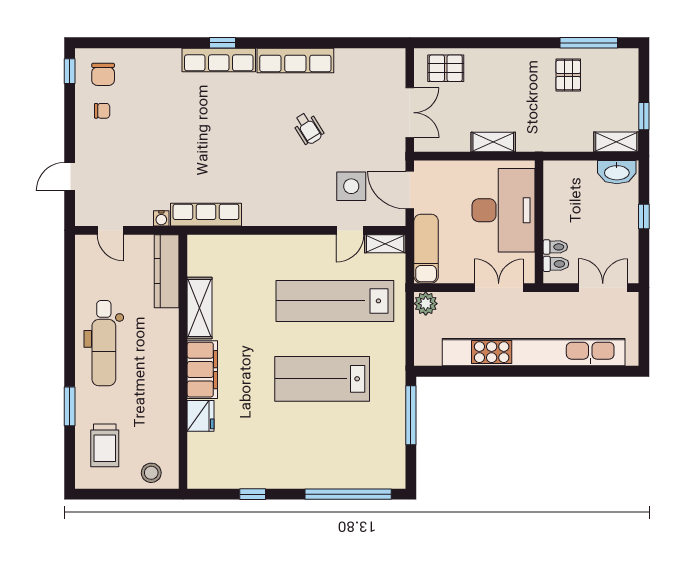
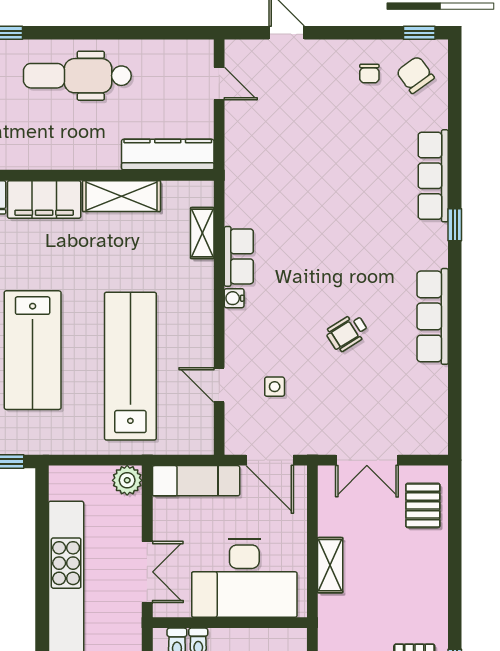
row of seats: (219, 60) -> (433, 176), moved
chair: (103, 74) -> (415, 75), turned 54
side table: (351, 186) -> (275, 387), width x0.54, depth x0.54
door: (410, 190) -> (270, 460), swing flipped
row of seats: (206, 215) -> (239, 256), moved, width x0.68
water cooler: (161, 218) -> (234, 298), moved
door: (110, 230) -> (219, 84), swing flipped
shelving: (385, 244) -> (202, 233), moved
lab bench: (322, 379) -> (33, 350), turned 180

